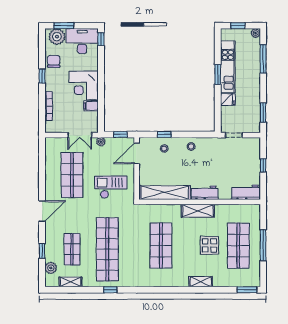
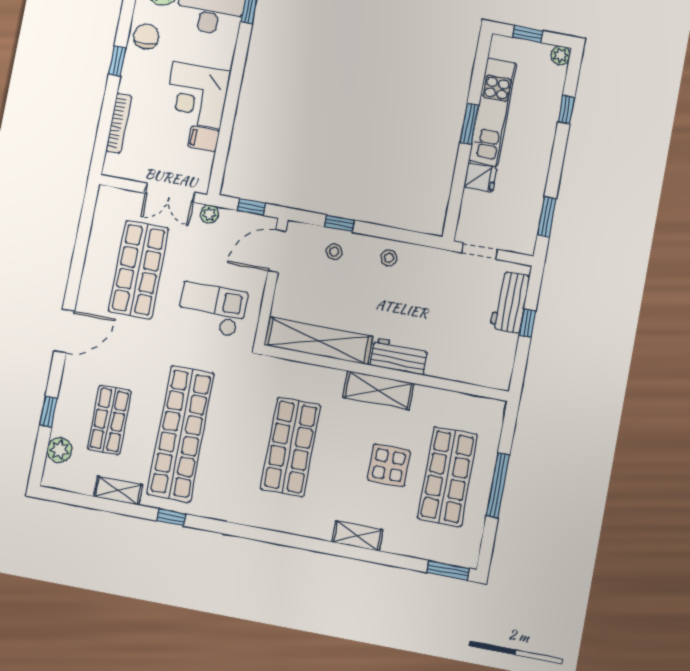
window: (263, 59) -> (566, 110), width x0.46
workbench: (246, 192) -> (510, 302), moved, turned -90
shelving: (70, 282) -> (118, 491), moved

